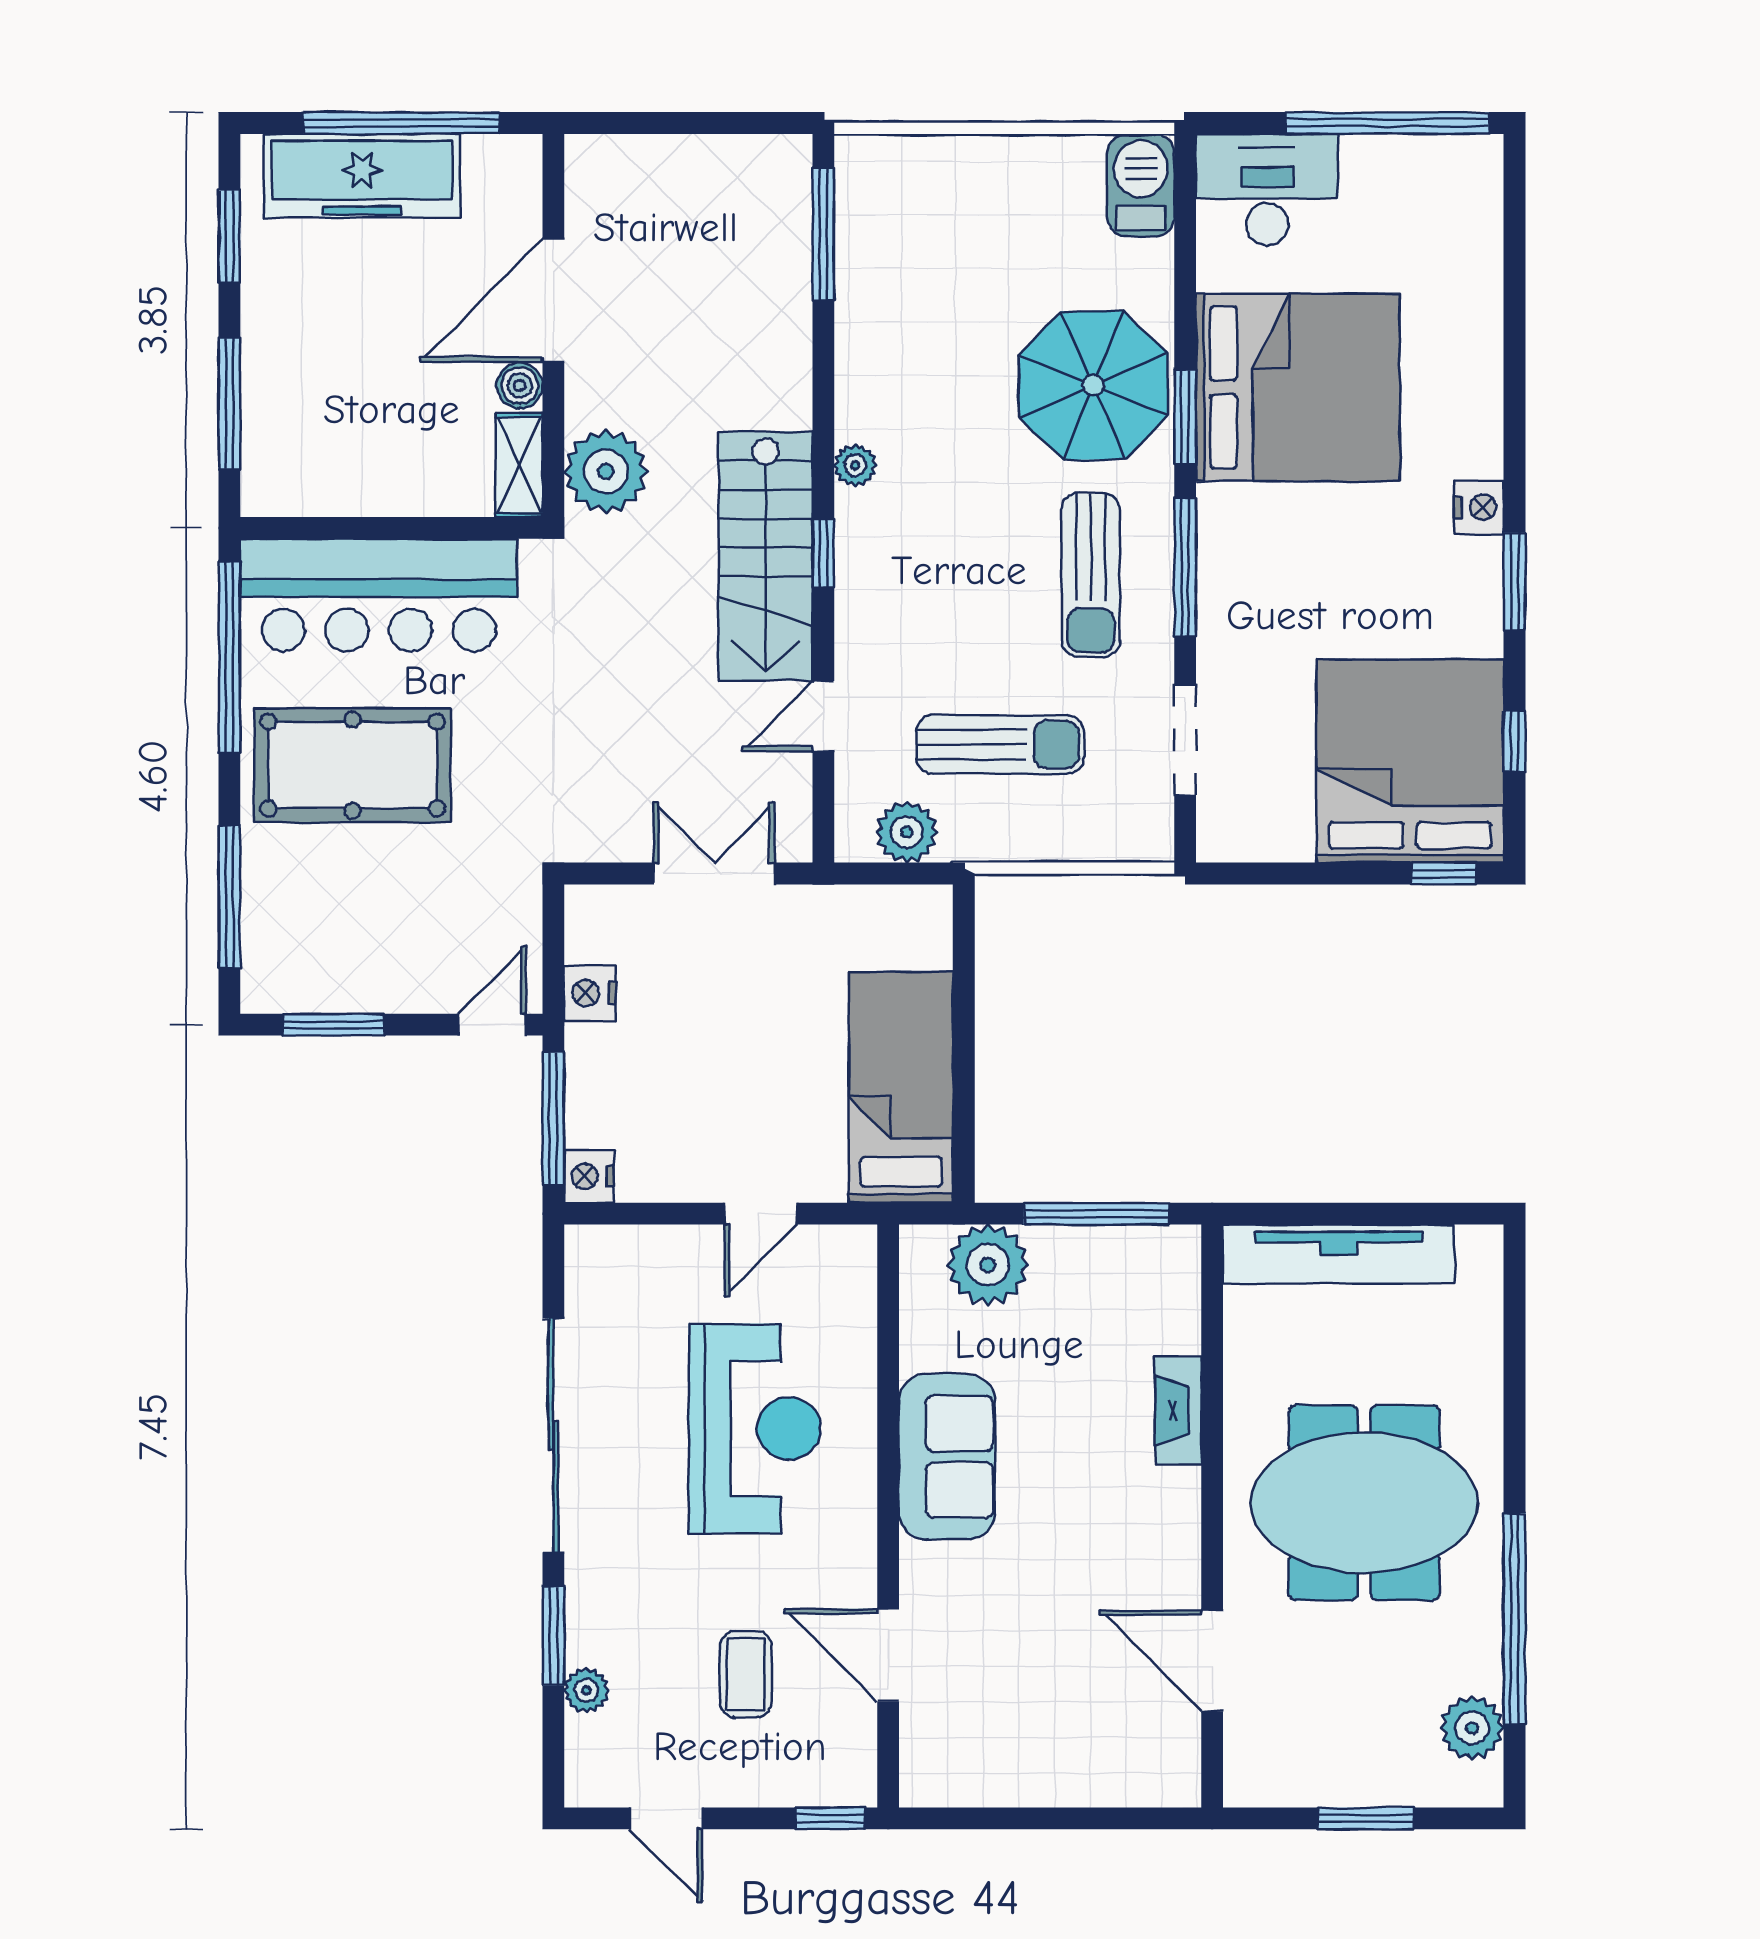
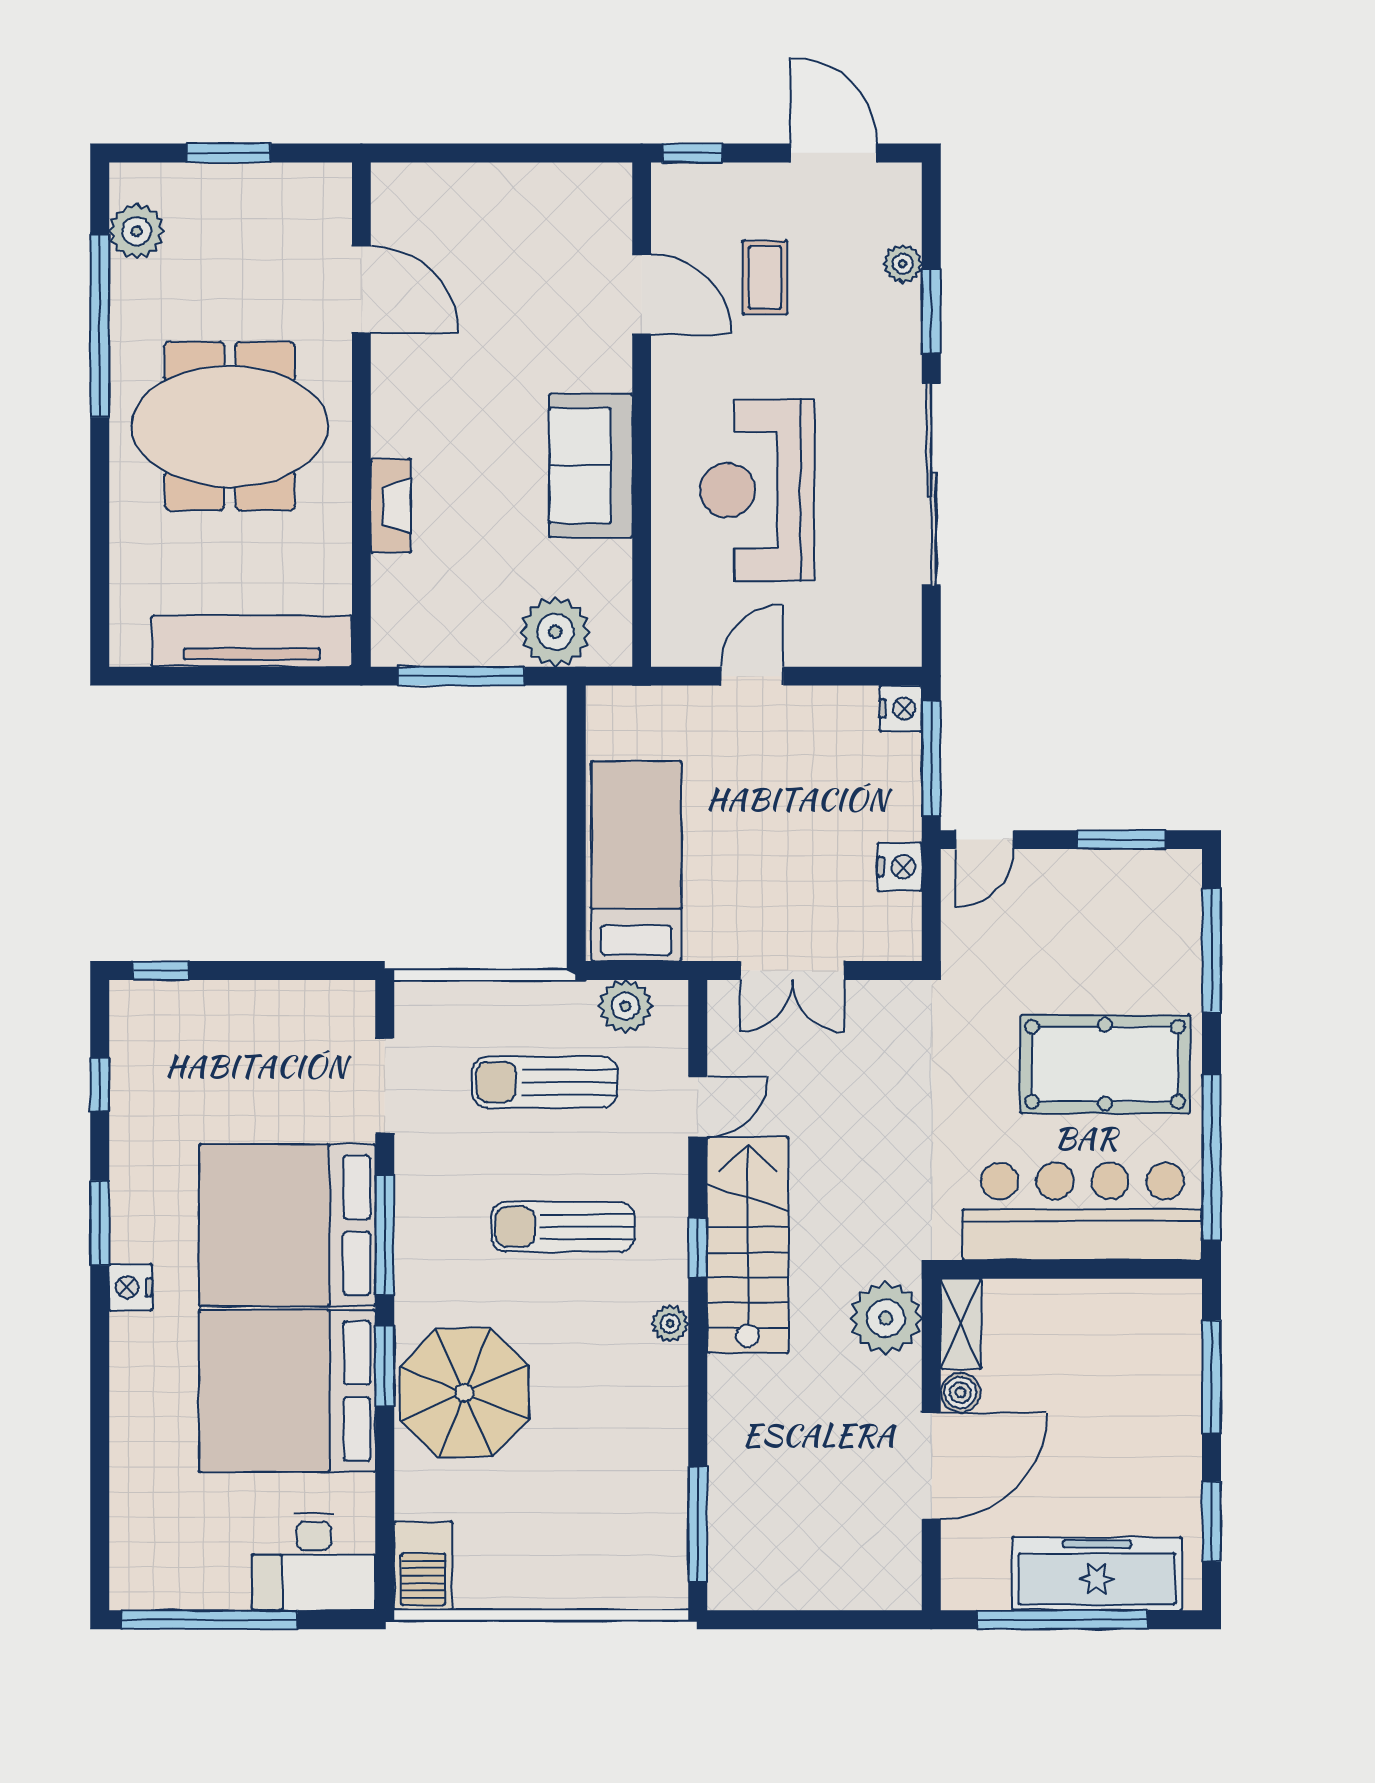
sun lounger: (1091, 575) -> (563, 1227), moved, turned -90
bed: (1410, 761) -> (287, 1225), moved, turned 90
bed: (901, 1087) -> (636, 861), moved, turned 180
door: (666, 1818) -> (834, 153), width x1.38

